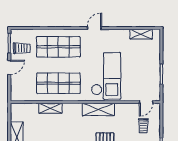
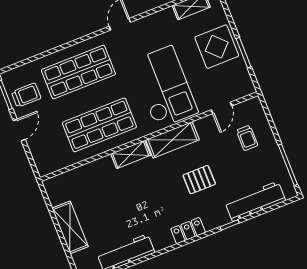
display table: (147, 64) -> (217, 47), added
door: (146, 102) -> (222, 108), moved
shelving: (50, 108) -> (131, 154), moved

